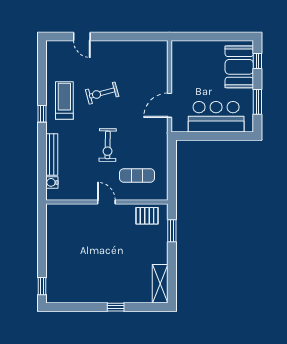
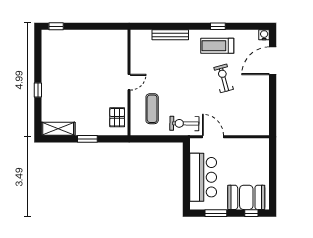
door: (82, 36) -> (273, 61), width x1.88
treadmill: (64, 100) -> (217, 46), turned 180
window: (42, 114) -> (218, 26), moved
exercise bike: (108, 145) -> (184, 123), moved
water cooler: (52, 182) -> (264, 35), moved
window: (172, 231) -> (87, 139), moved

